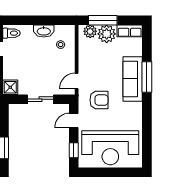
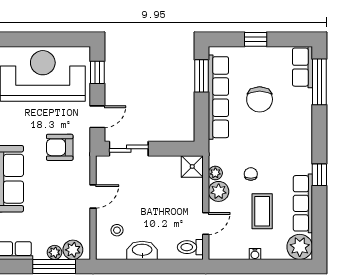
plant: (107, 34) -> (55, 252), width x0.53, depth x0.53
door: (77, 81) -> (93, 196), moved
sliding door: (40, 99) -> (129, 149), moved

